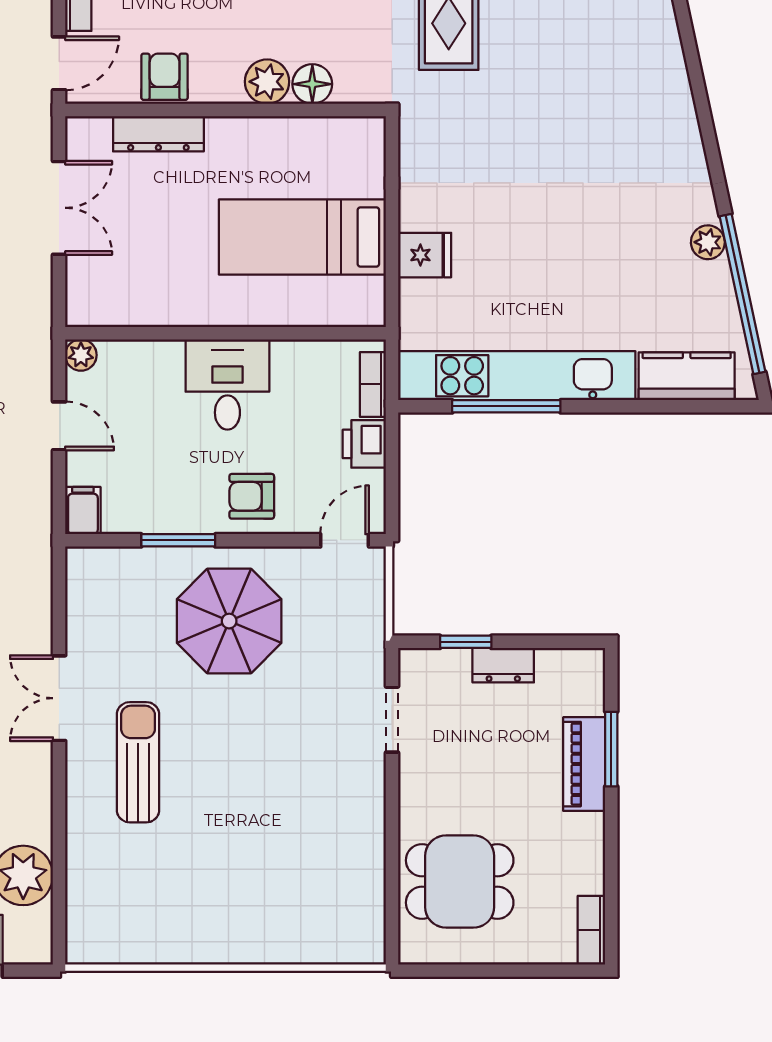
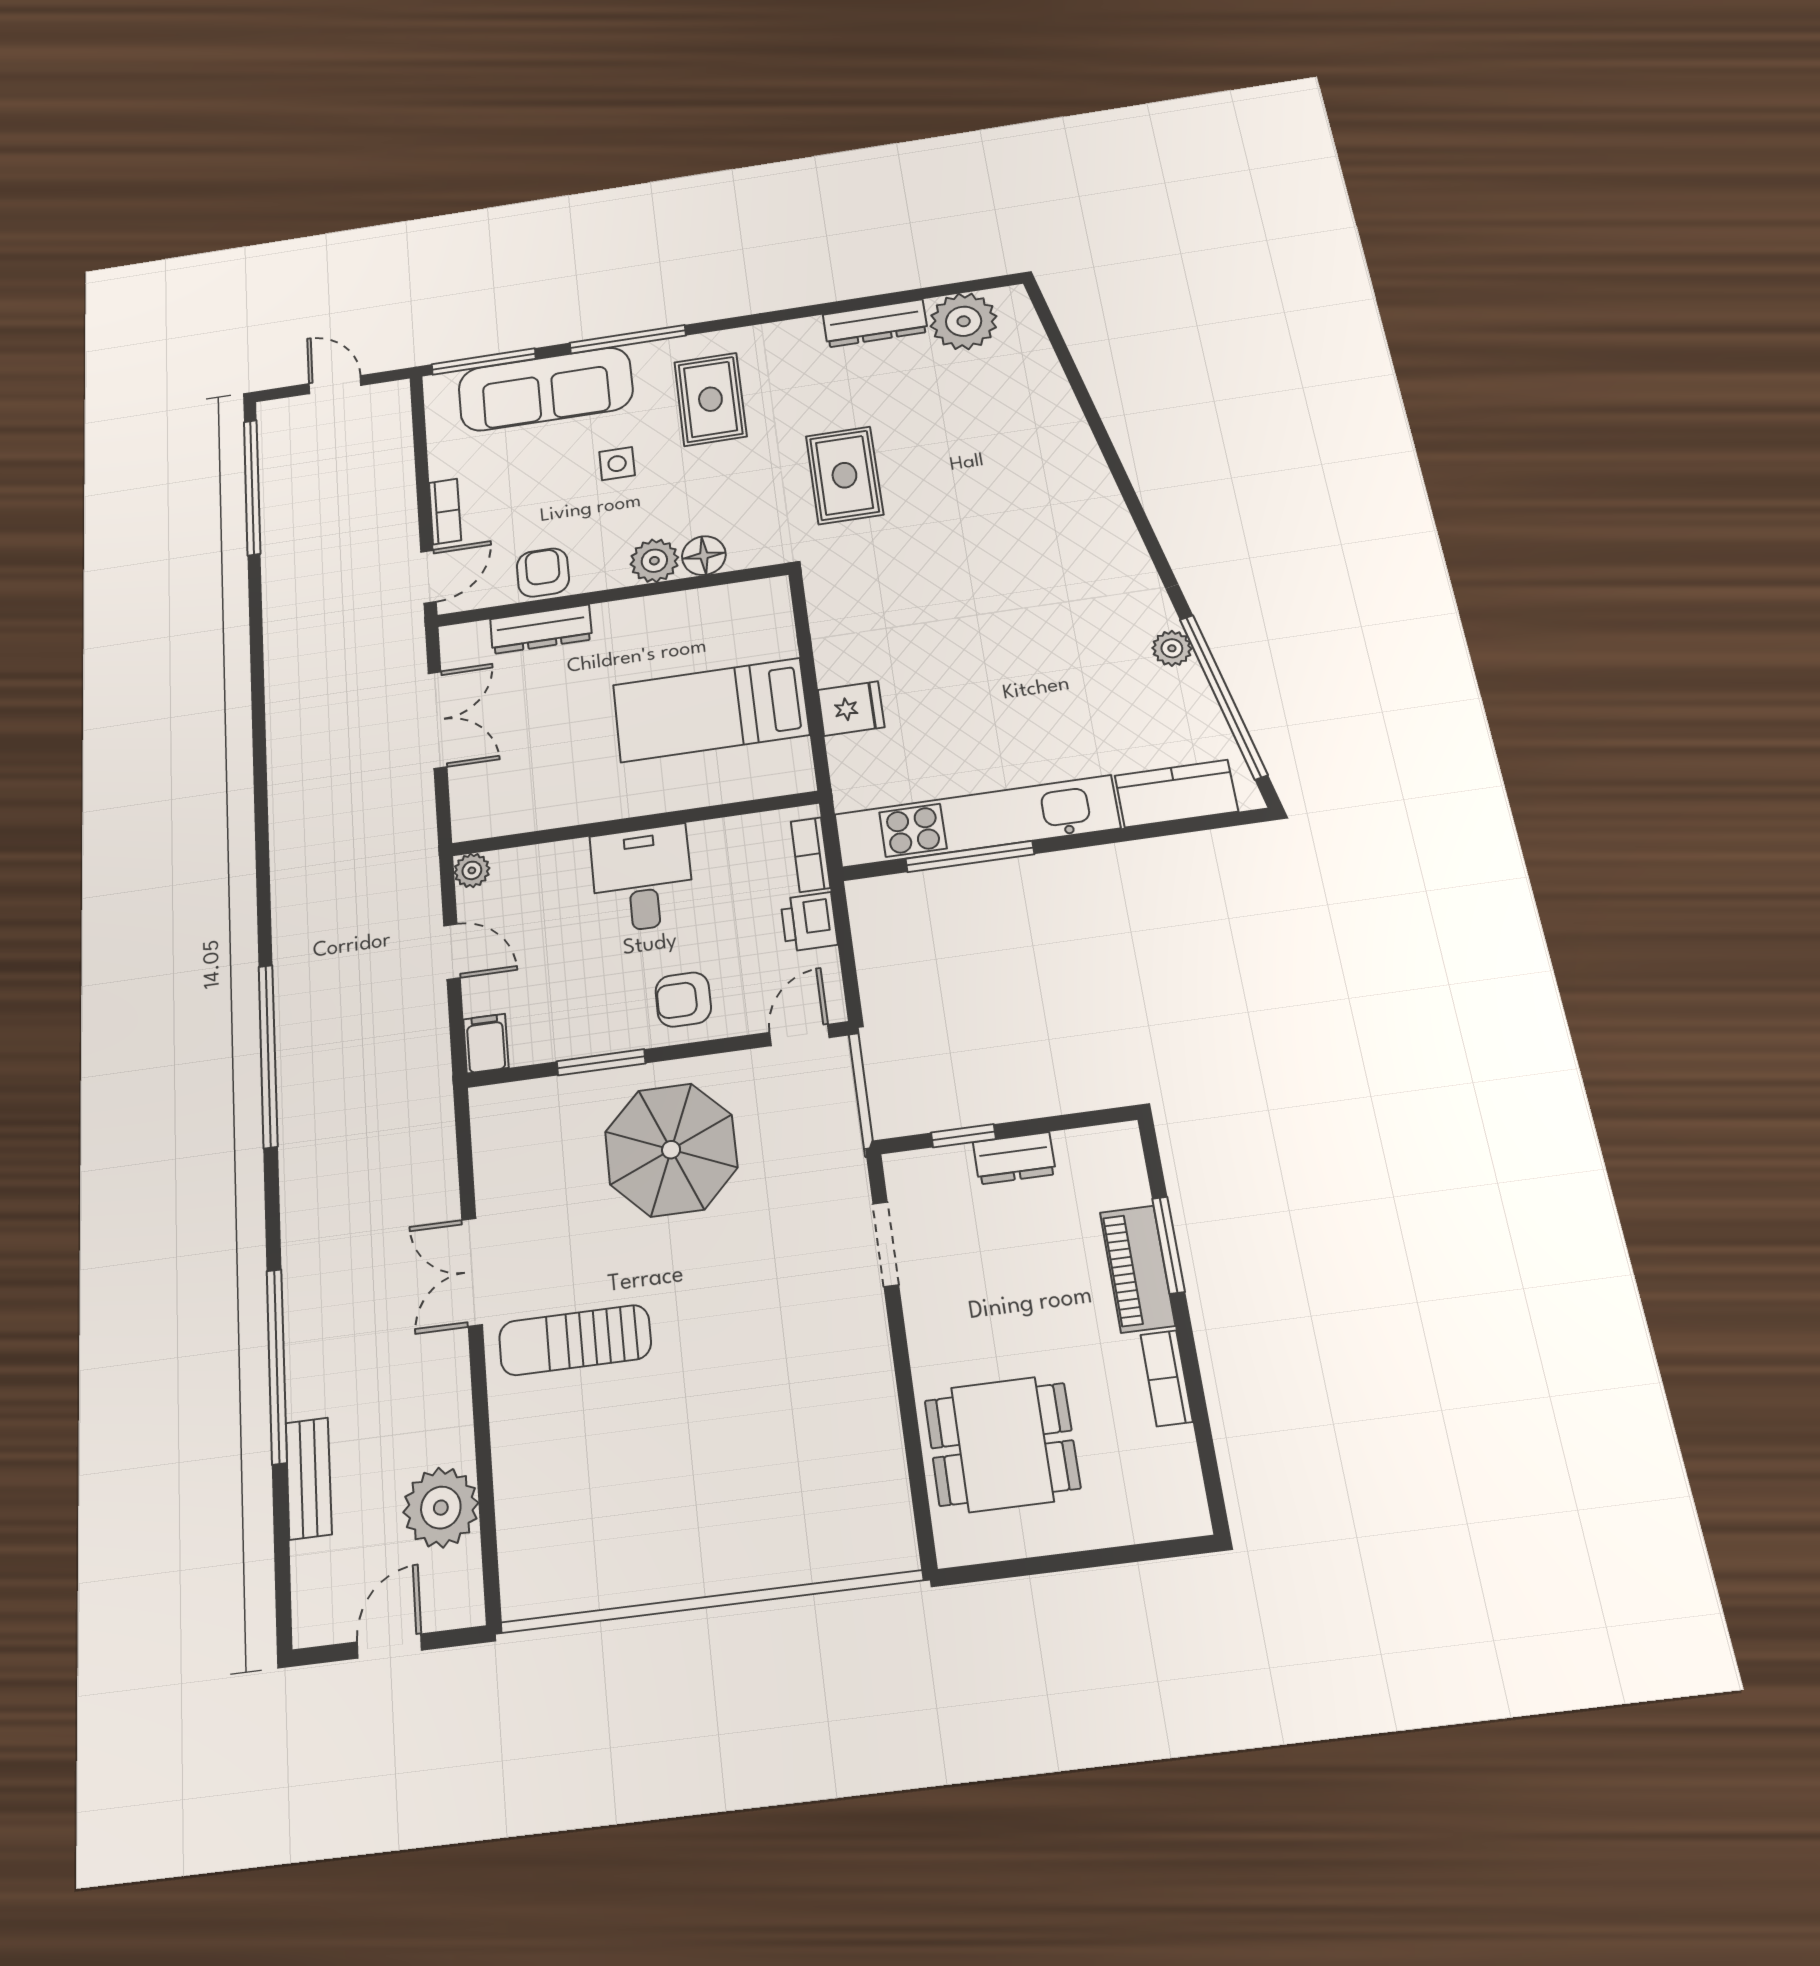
sun lounger: (138, 762) -> (575, 1340), turned -90
bookcase: (591, 930) -> (1167, 1378), moved

